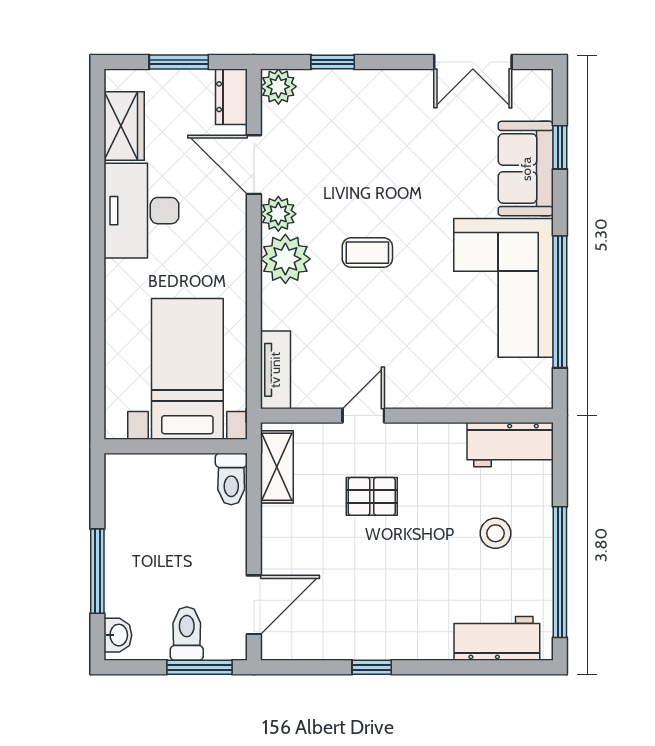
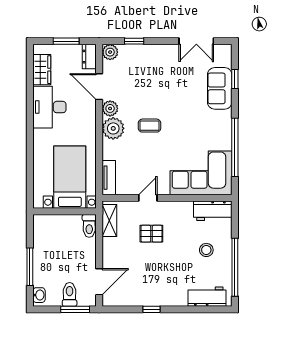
corner sofa: (503, 288) -> (201, 173), moved, turned 90

